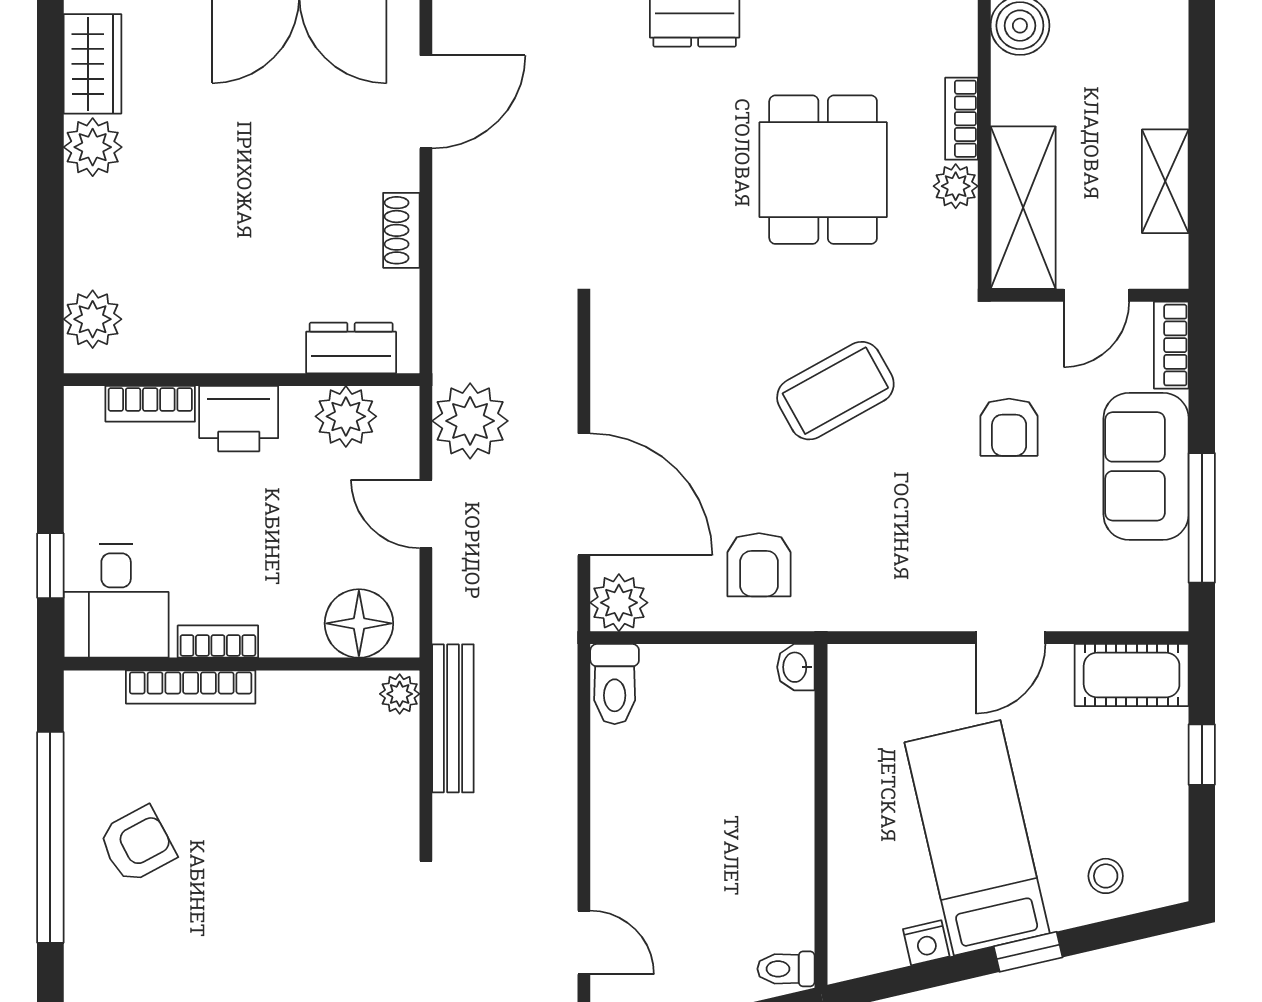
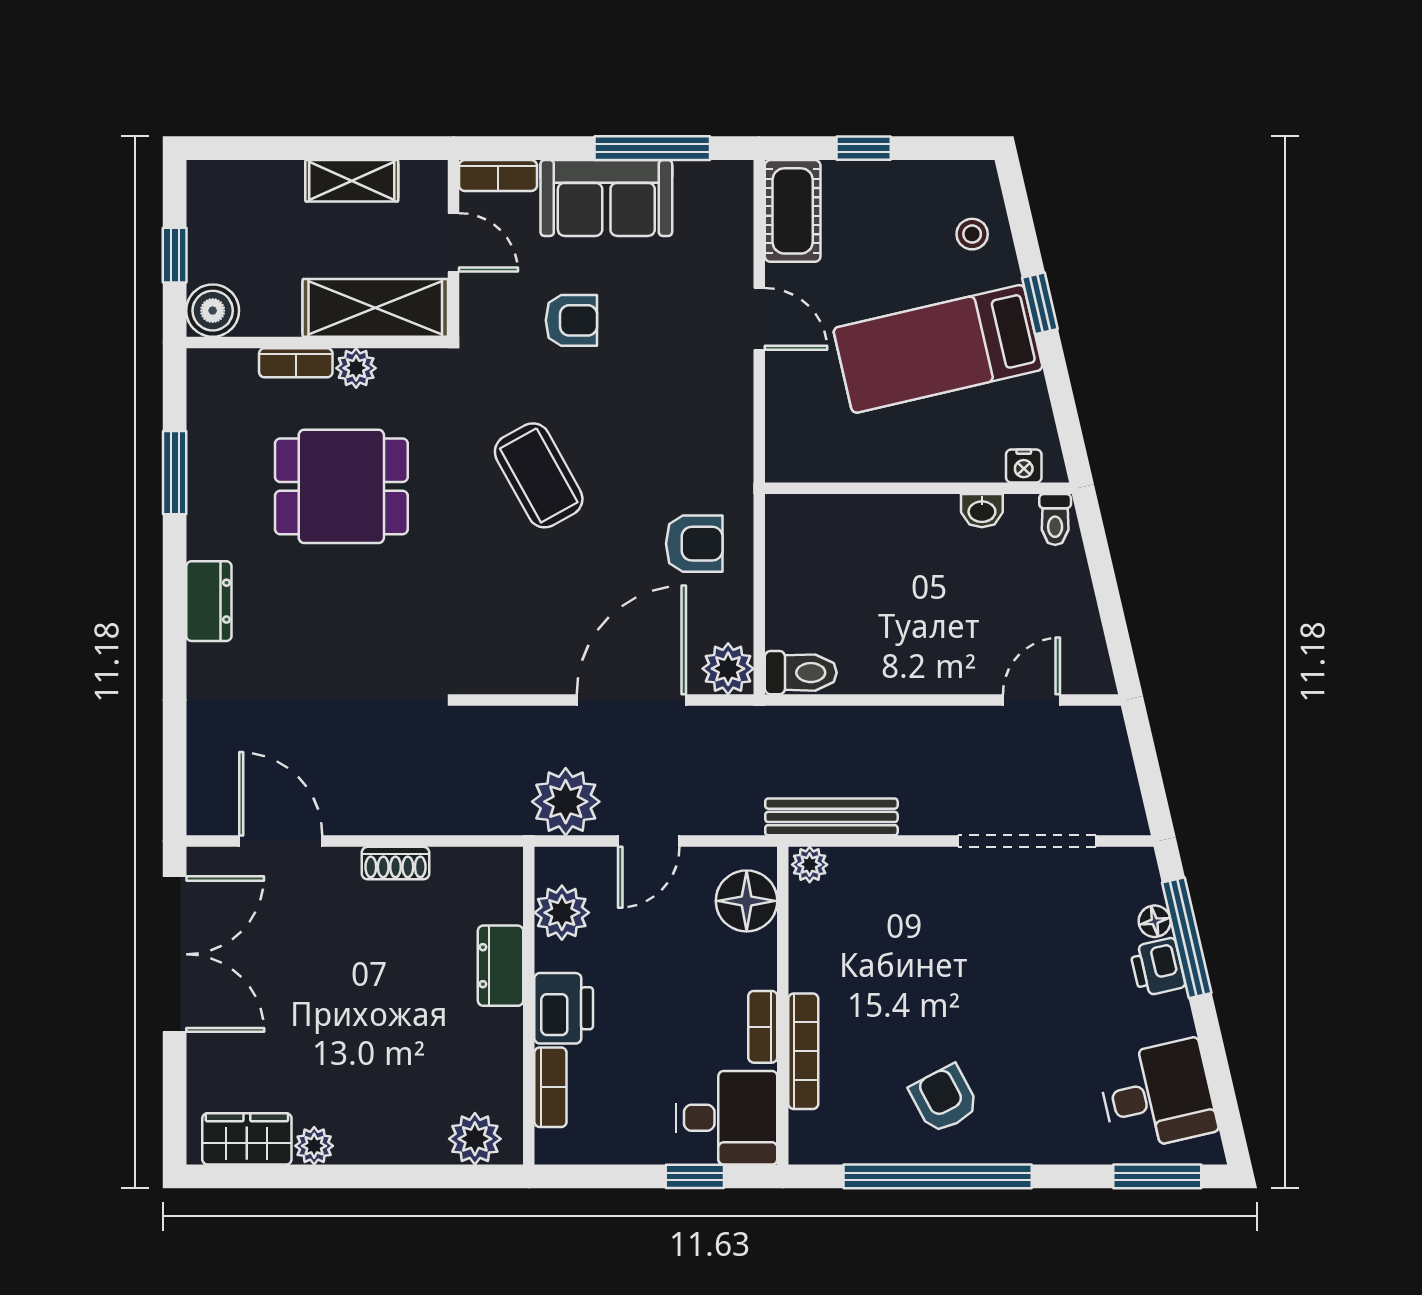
plant: (93, 147) -> (314, 1146), width x0.73, depth x0.73
dresser: (351, 348) -> (501, 966), moved
washbasin: (796, 667) -> (982, 511), moved
nightstand: (926, 943) -> (1024, 466), moved, turned 103

